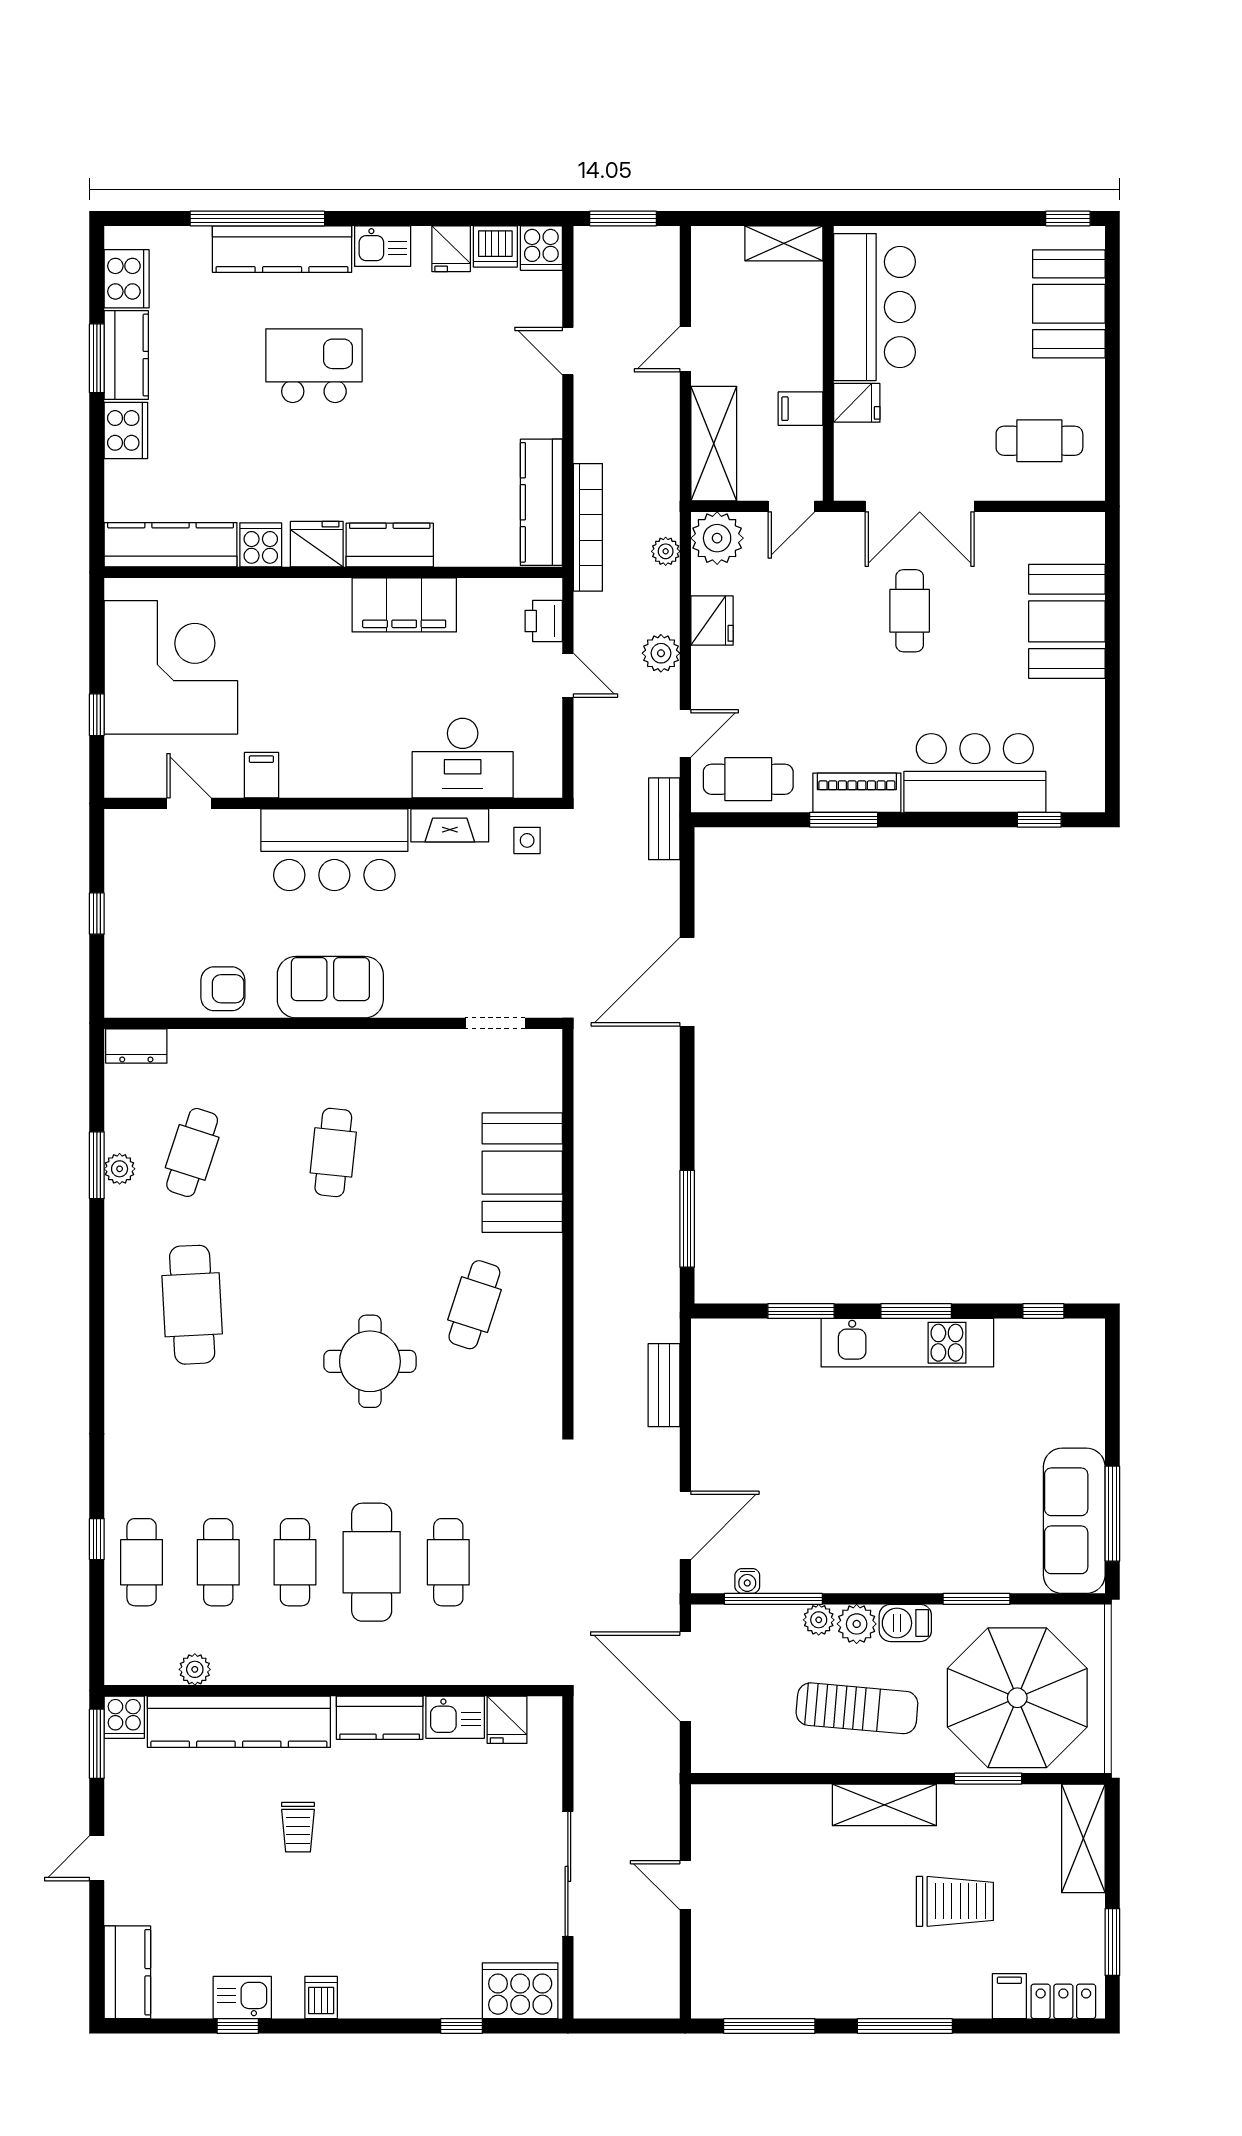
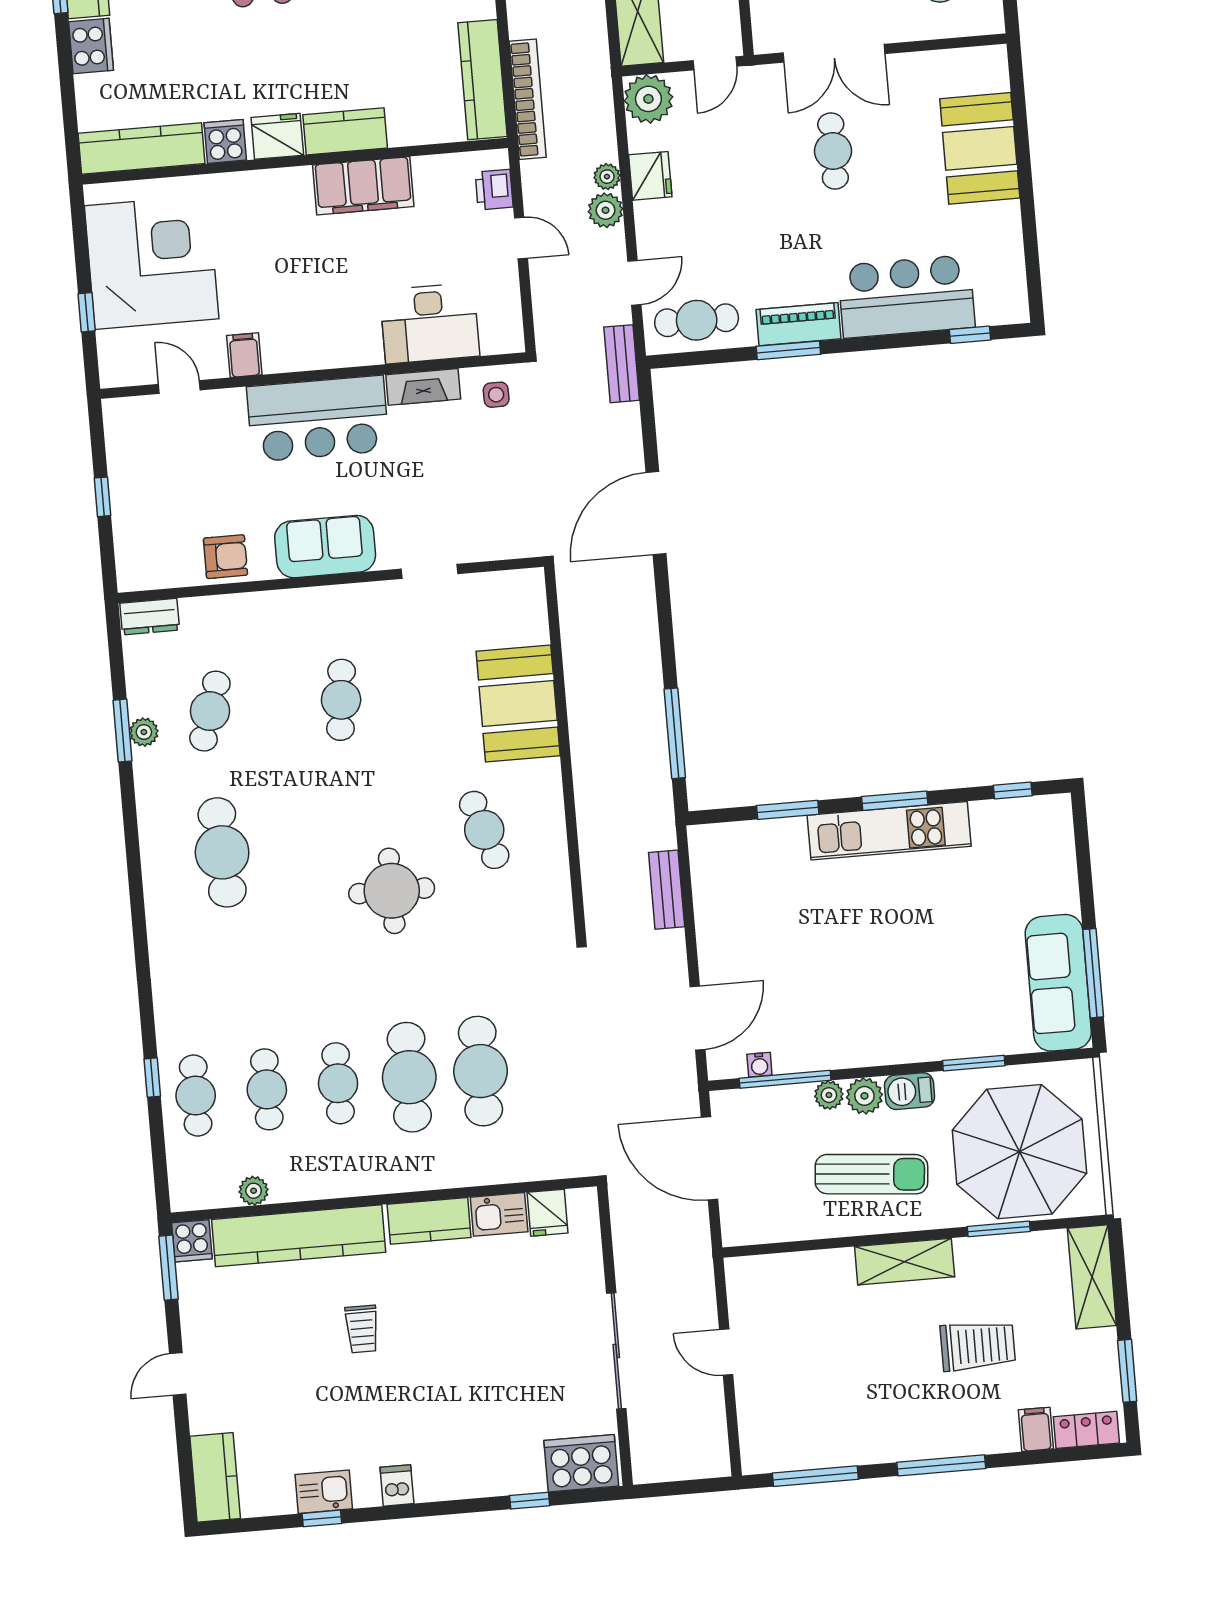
plant: (666, 551) -> (607, 177), moved
doorway: (495, 1023) -> (430, 571), moved
cafe table: (474, 1305) -> (484, 830), turned -36
cafe table: (448, 1562) -> (480, 1071), width x1.37, depth x1.35

